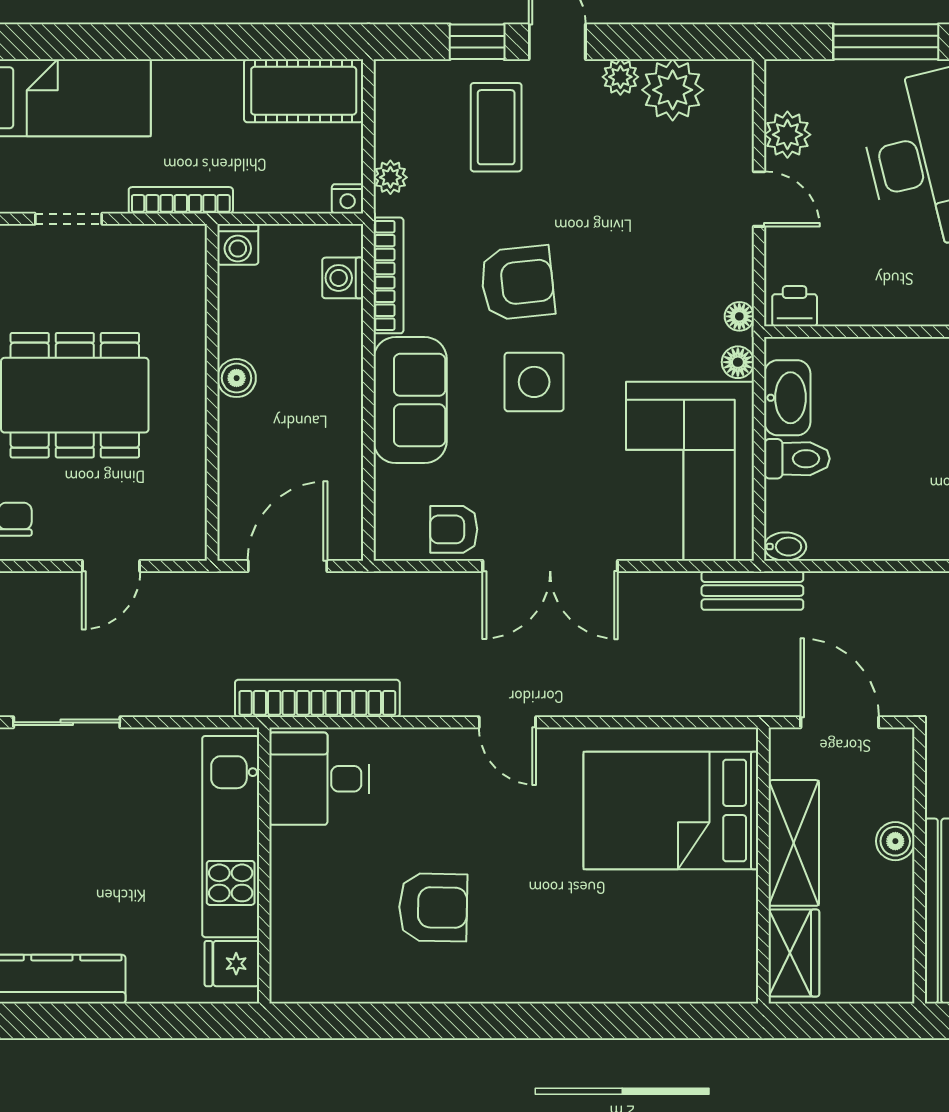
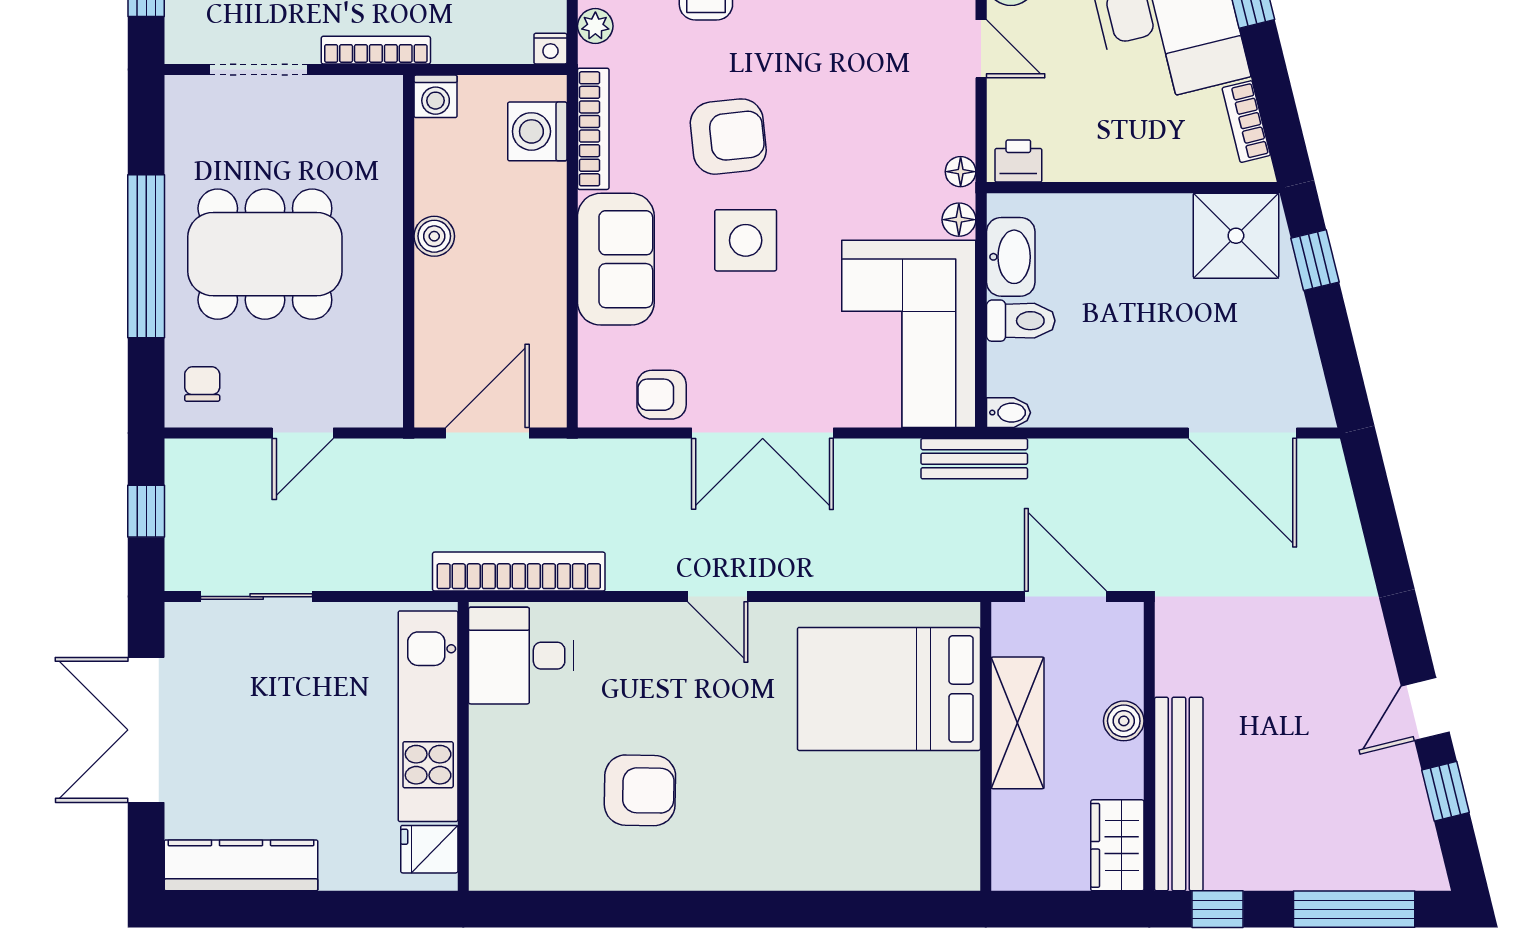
doorway: (68, 219) -> (258, 69), width x1.38
washing machine: (343, 278) -> (537, 131), width x1.38, depth x1.38
wardrobe: (794, 953) -> (1117, 845), moved, turned 180

